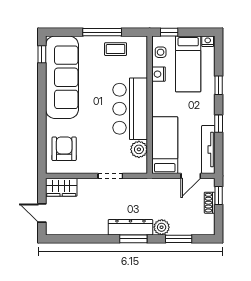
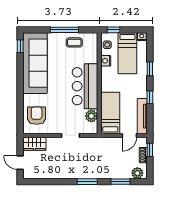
dresser: (130, 227) -> (85, 173), removed
plant: (162, 227) -> (137, 173), moved

